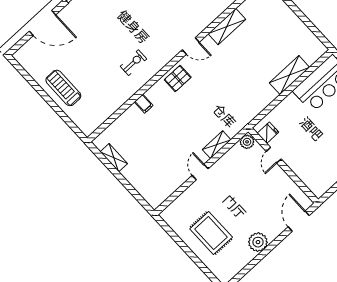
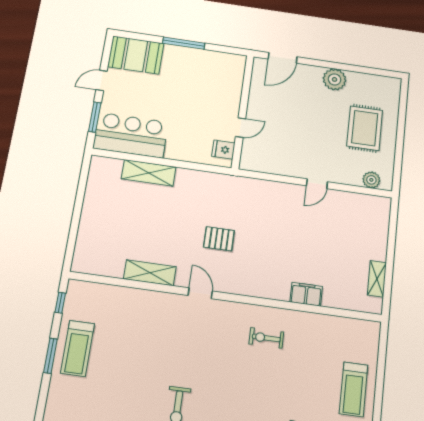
pallet: (178, 78) -> (219, 239), moved
filing cabinet: (144, 104) -> (306, 294), width x2.00
plant: (247, 142) -> (371, 180), moved
shelving: (217, 145) -> (277, 189), removed

